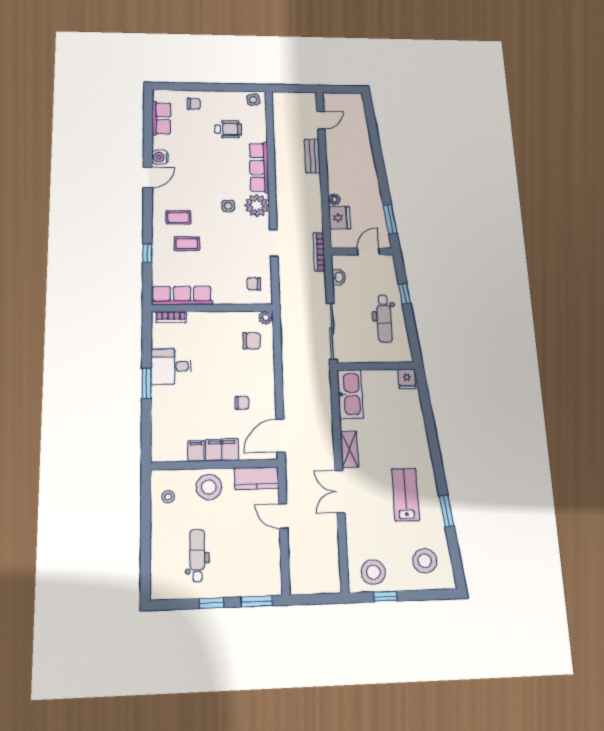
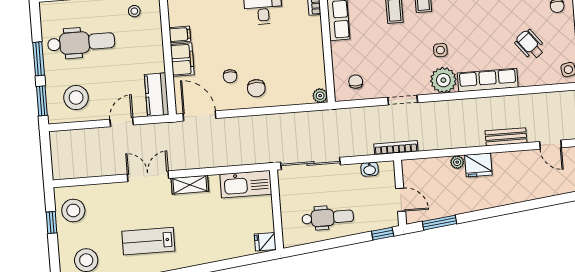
wheelchair: (228, 129) -> (530, 45), turned 142
fridge: (340, 218) -> (478, 165), moved
window: (405, 294) -> (383, 234), moved
dental chair: (384, 319) -> (328, 218), turned 180
chair: (252, 341) -> (256, 88), moved
stool: (209, 487) -> (76, 98), moved
lab bench: (405, 495) -> (148, 241), turned 180
dental chair: (197, 555) -> (81, 42), width x1.36, depth x1.38
window: (212, 603) -> (39, 59), width x1.50

